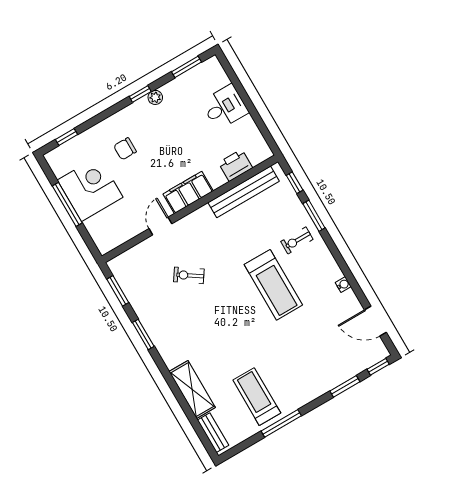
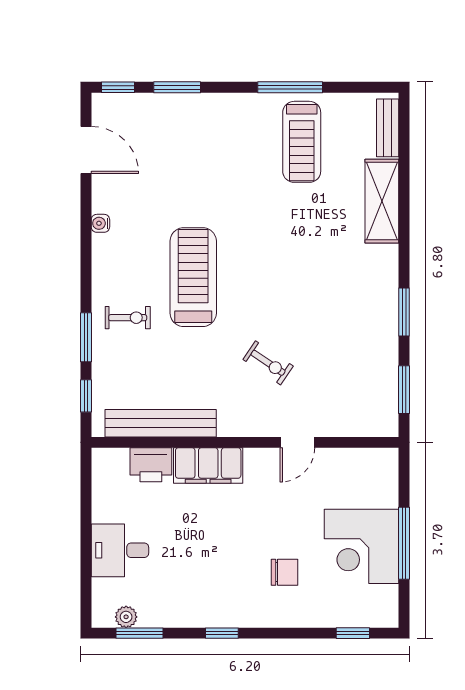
plant: (155, 97) -> (126, 617), moved
filing cabinet: (188, 192) -> (208, 466), moved
exercise bike: (189, 275) -> (268, 363), moved

